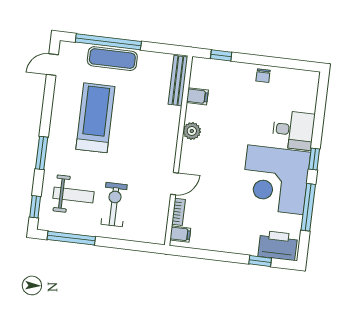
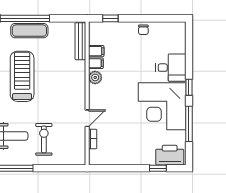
filing cabinet: (180, 234) -> (96, 63), moved

